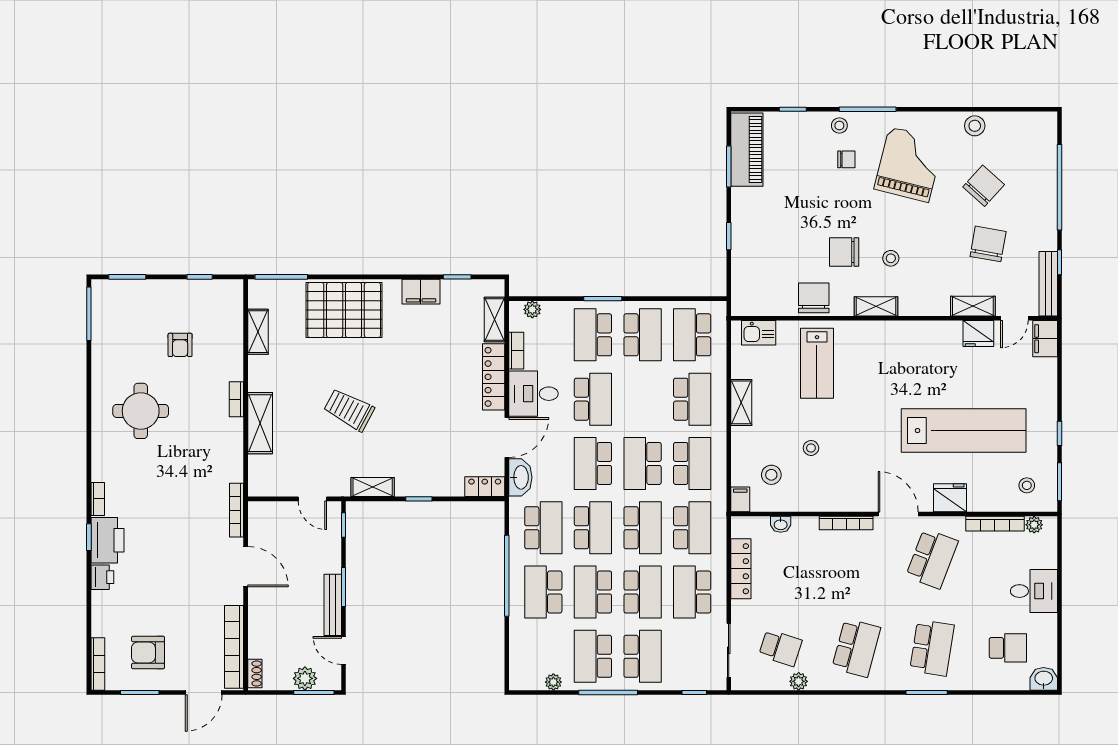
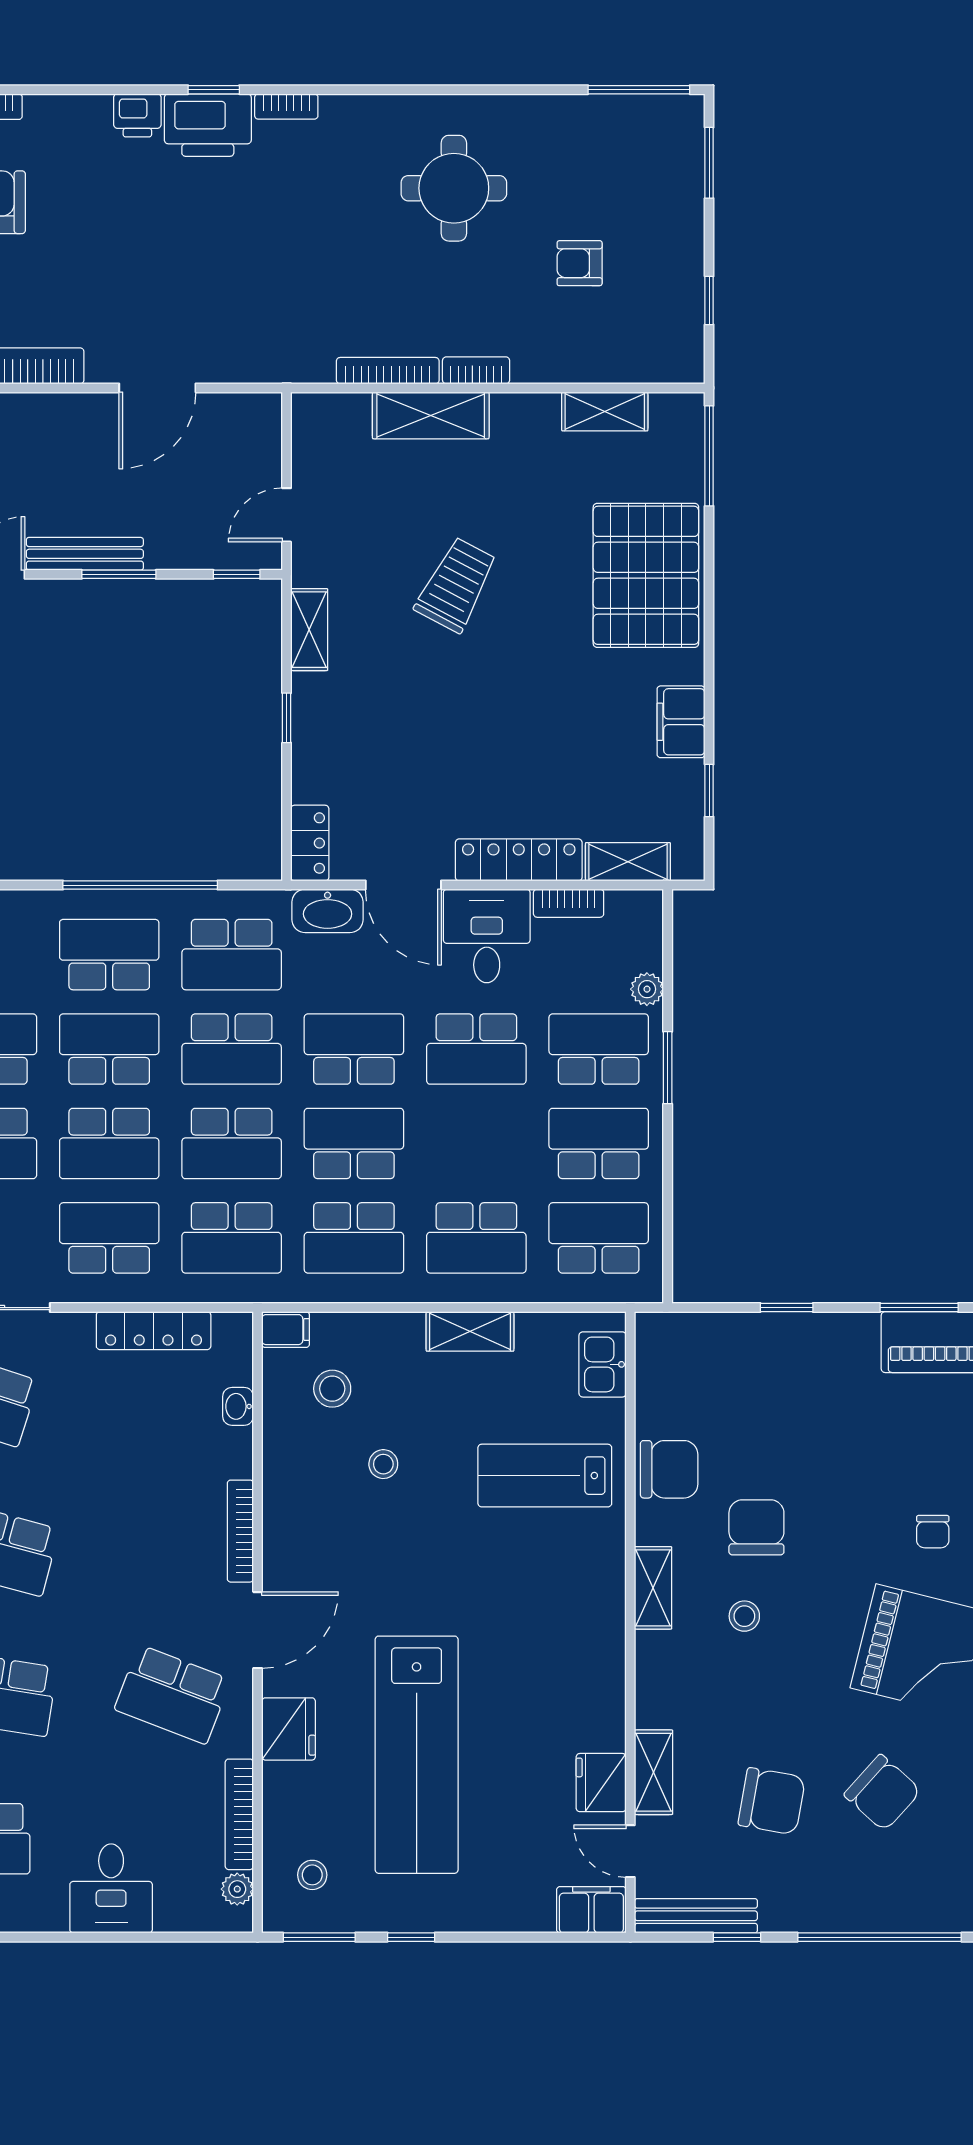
plant: (532, 309) -> (647, 989), moved
school desk: (643, 335) -> (599, 1143), turned 180
bookcase: (237, 510) -> (388, 371), moved

